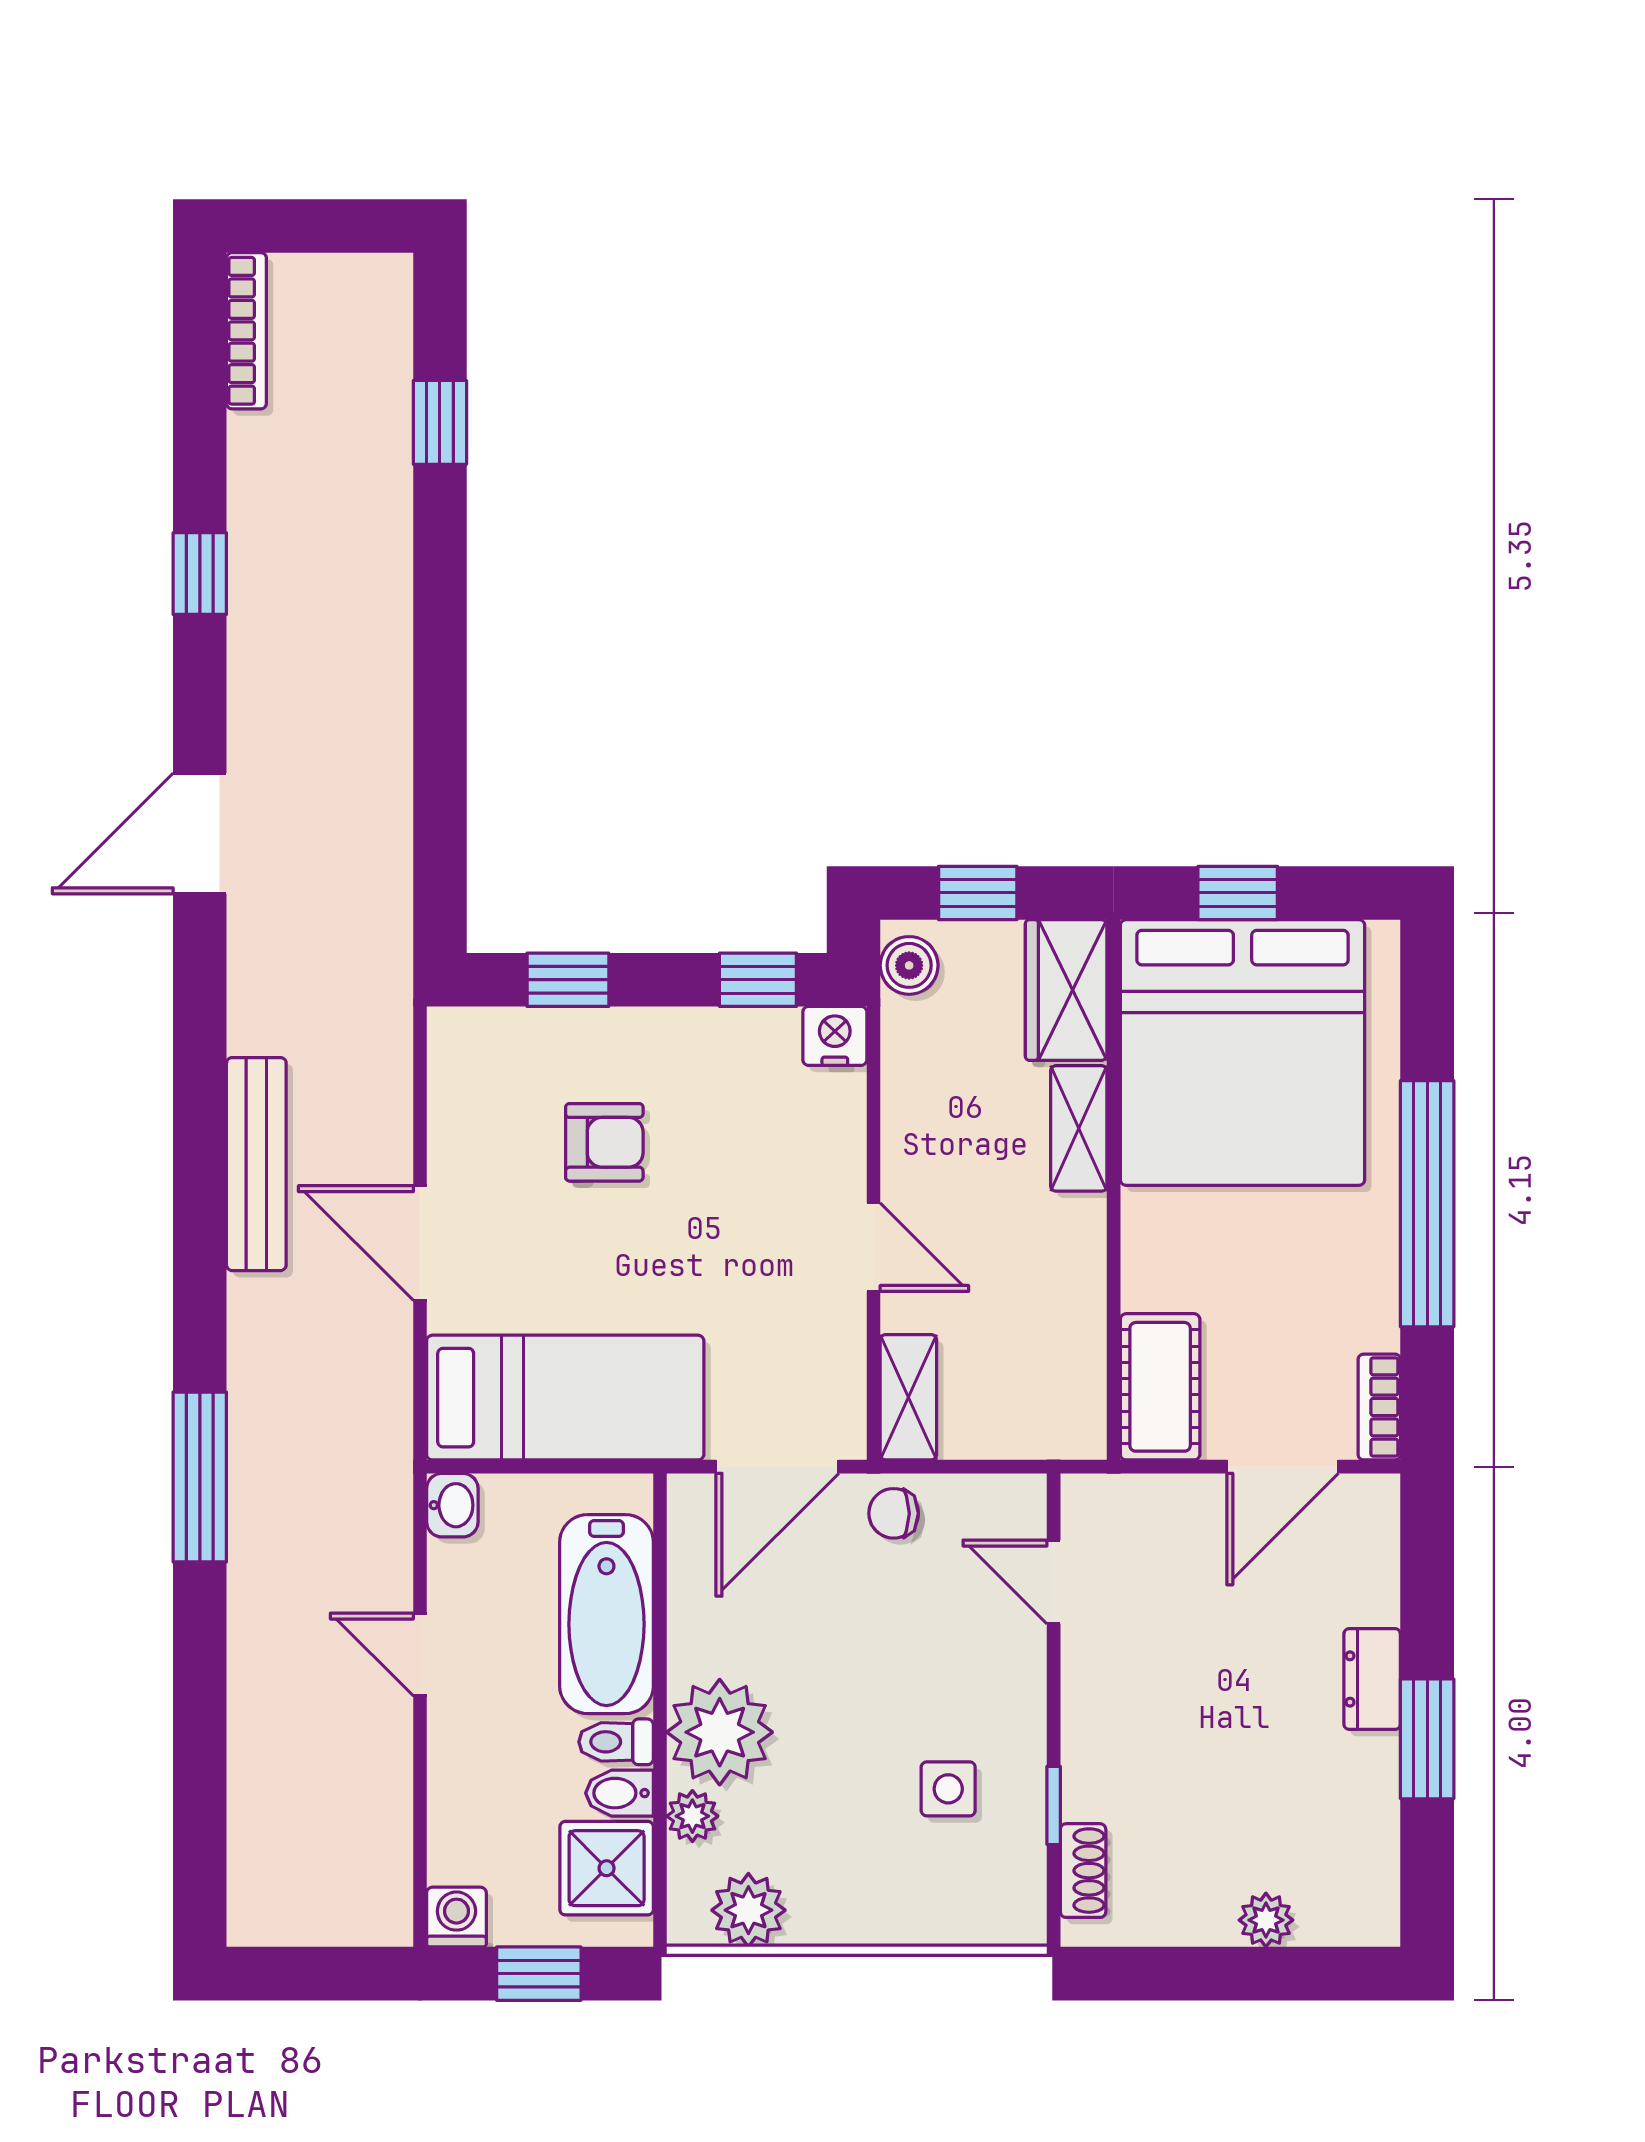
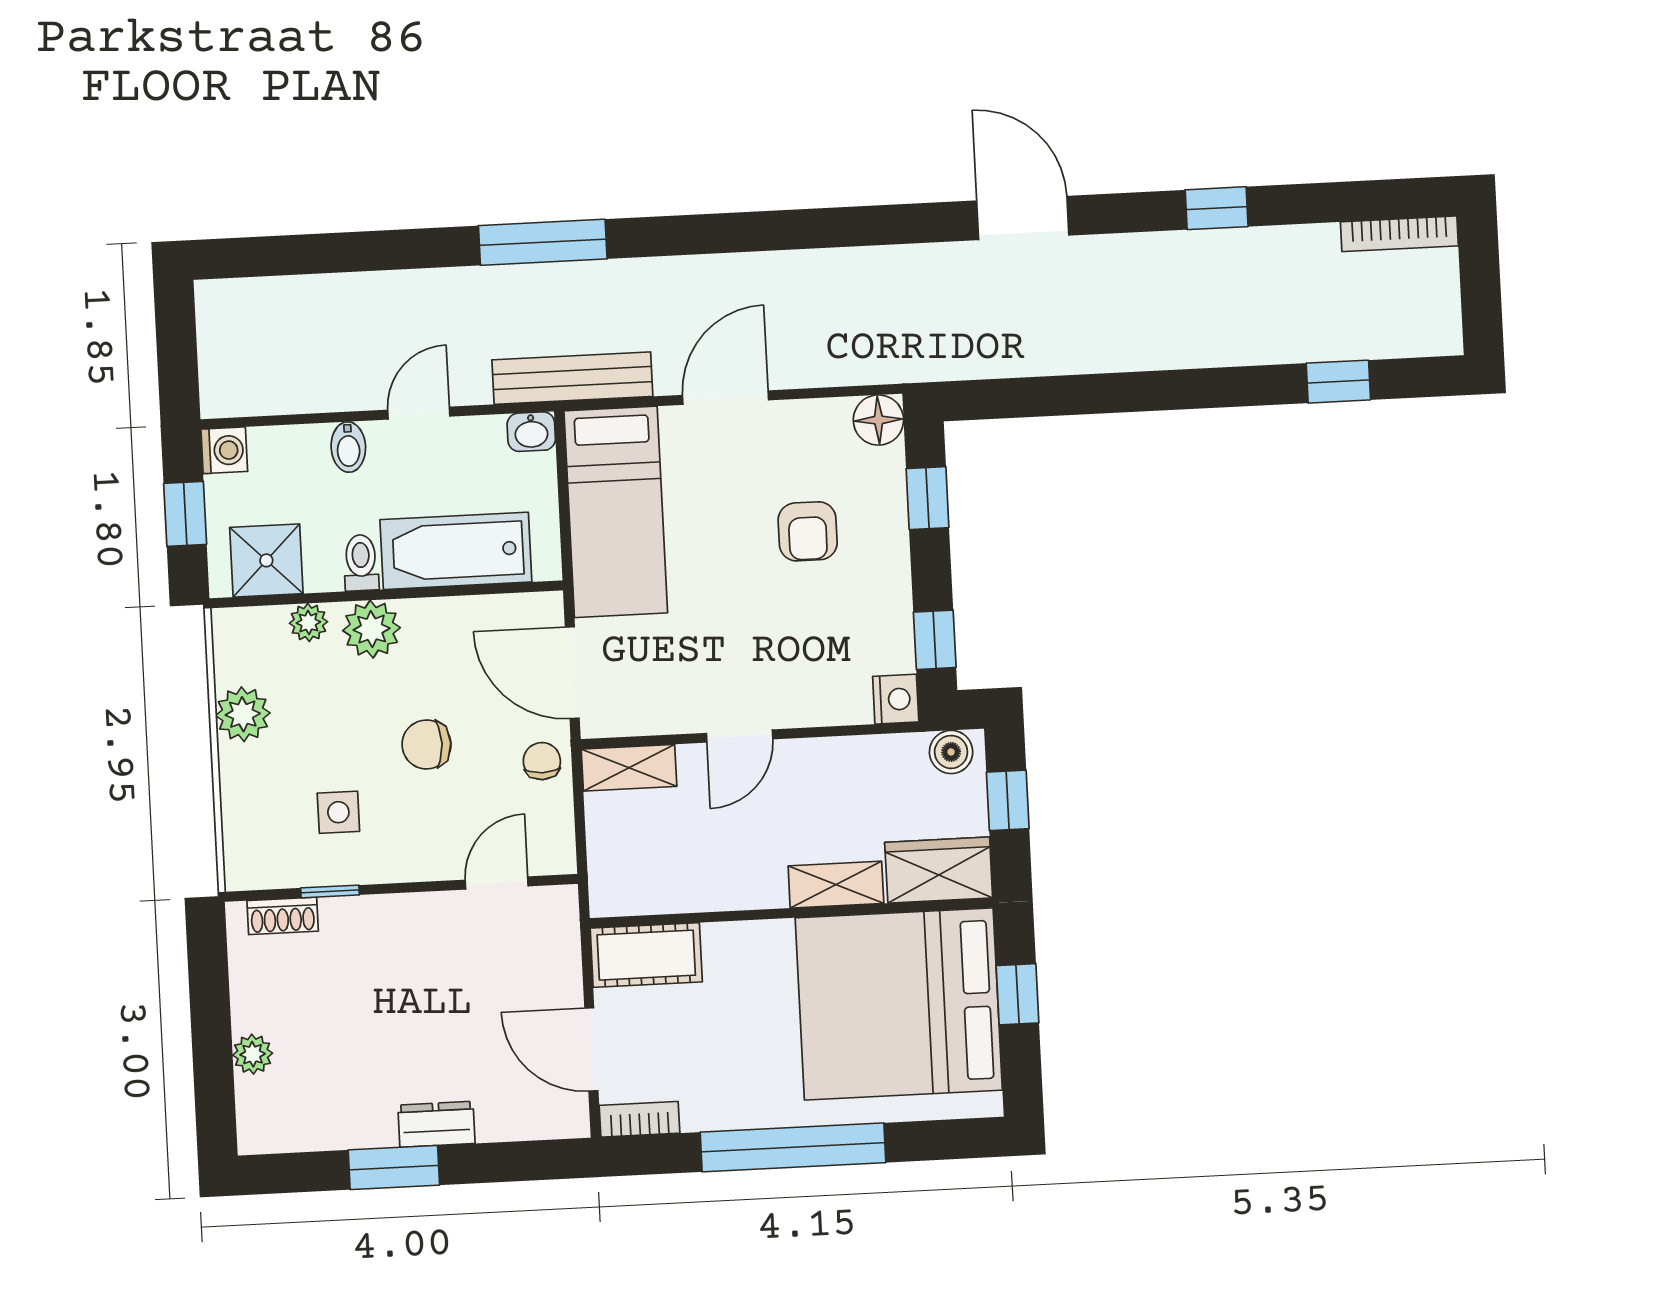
floor lamp: (460, 1040) -> (878, 420), added
bench: (256, 1164) -> (572, 378), moved
chair: (864, 1667) -> (426, 744), added
plant: (720, 1732) -> (372, 629), width x0.73, depth x0.73
bidet: (620, 1793) -> (348, 447), moved, turned 180
plant: (748, 1910) -> (243, 714), moved

